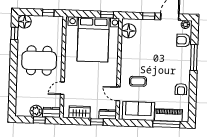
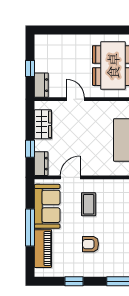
armchair: (181, 89) -> (91, 244), moved
window: (193, 94) -> (74, 281), added
plant: (36, 111) -> (43, 64), removed
window: (166, 124) -> (30, 228), moved

